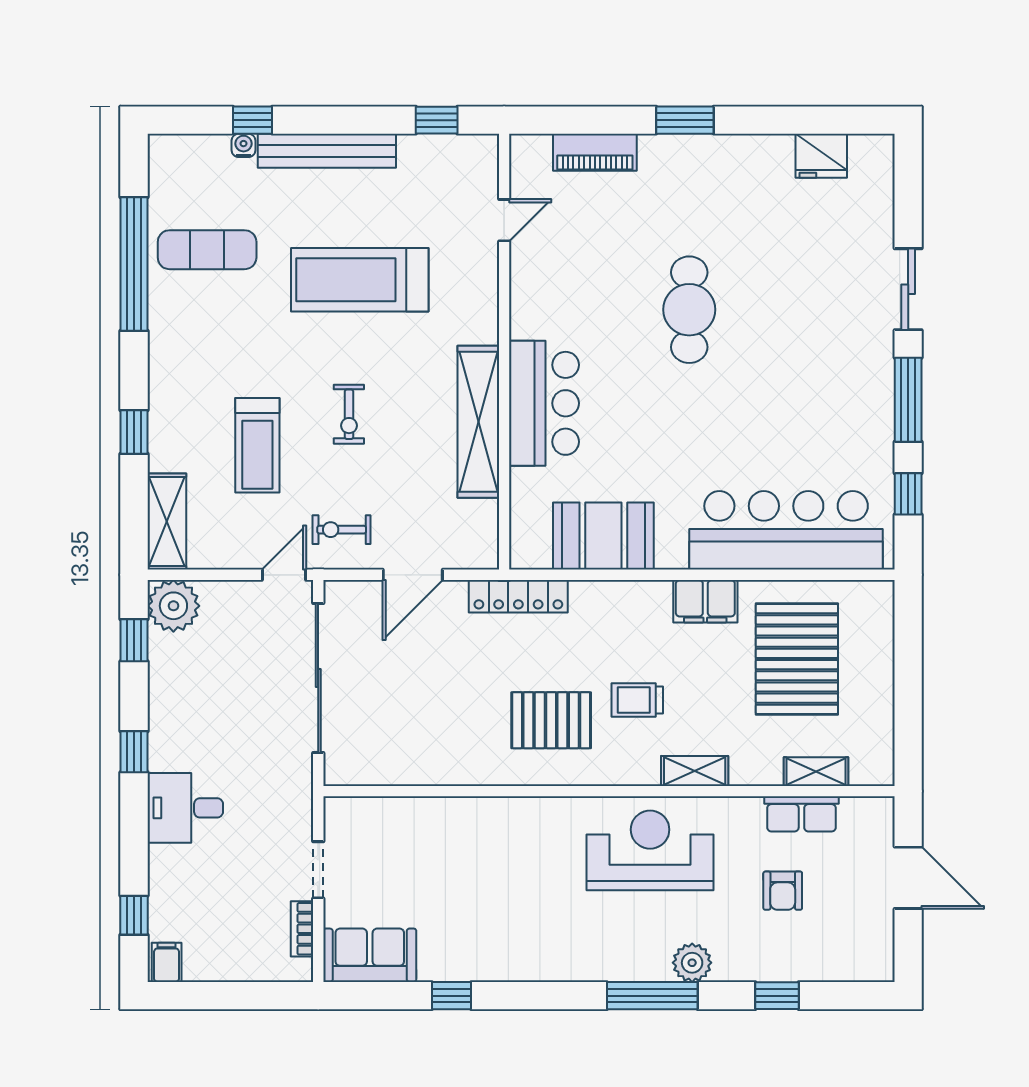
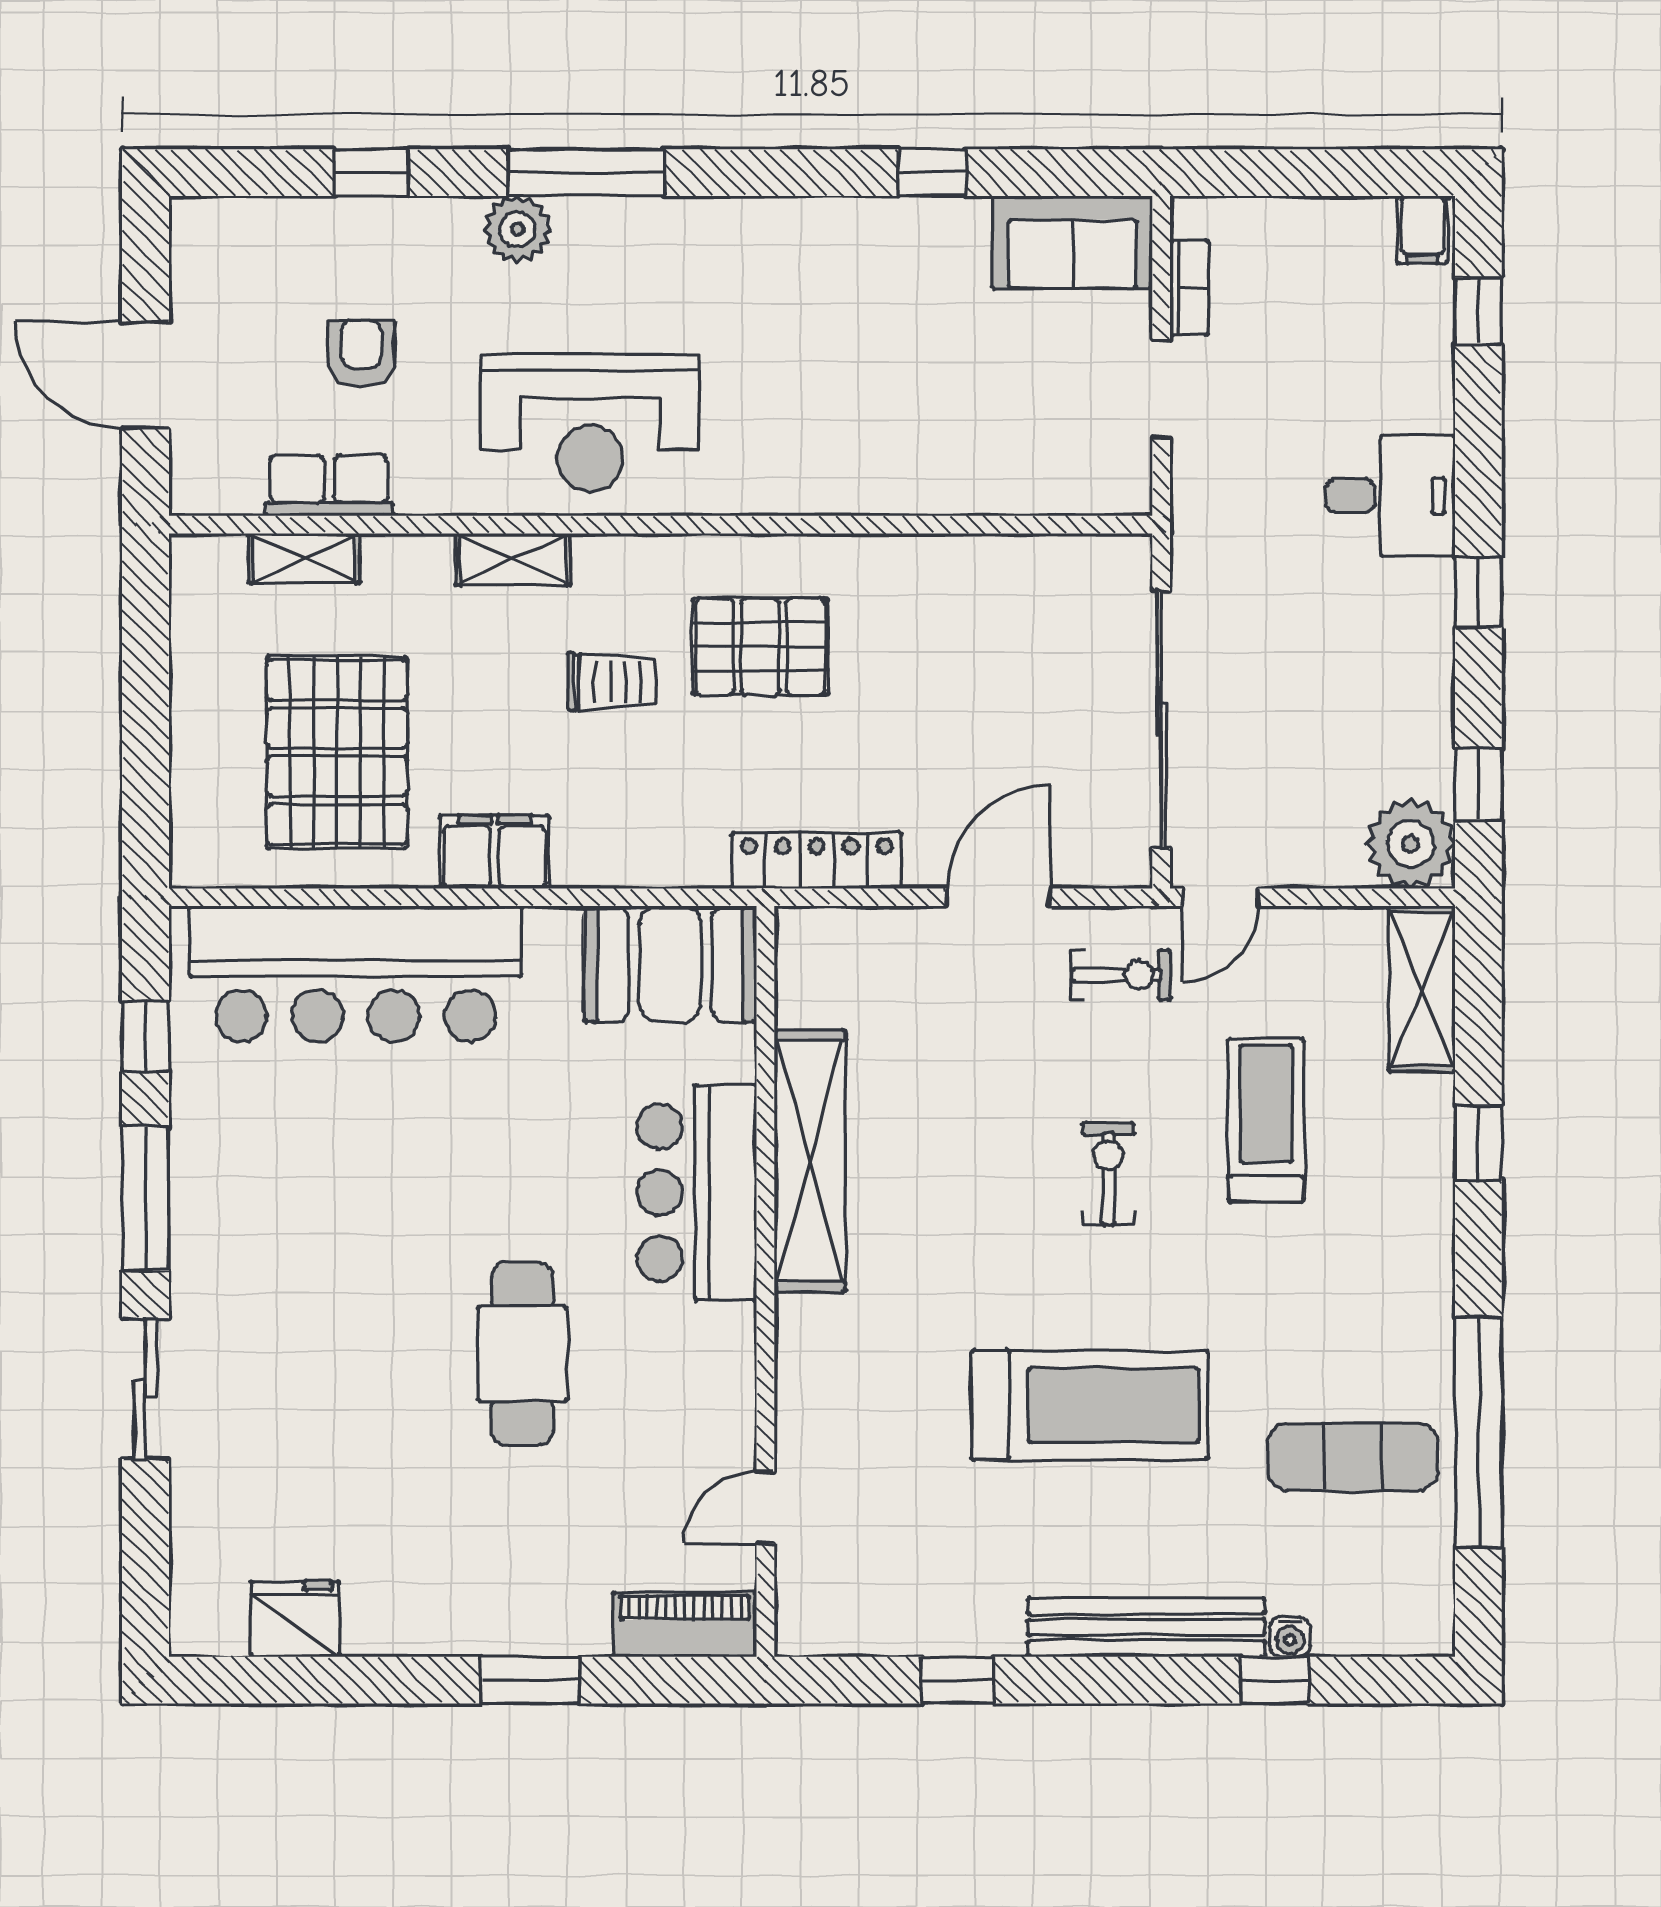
door: (504, 220) -> (765, 1508), moved
wall: (504, 352) -> (765, 1281), moved
bar counter: (544, 403) -> (697, 1193), moved
shelving: (478, 422) -> (810, 1161), moved

